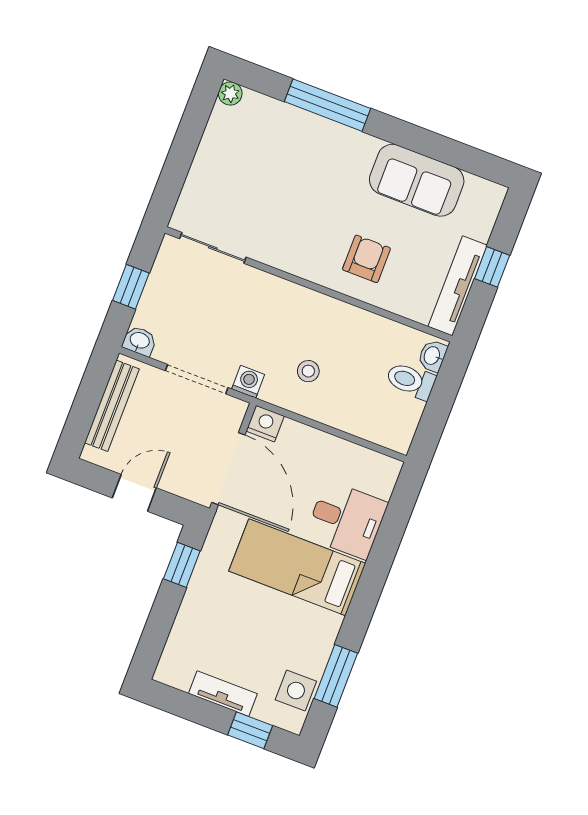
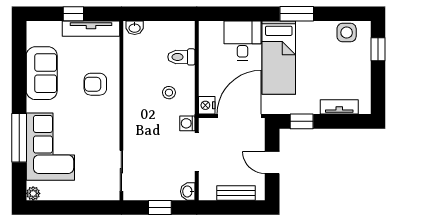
corner sofa: (294, 149) -> (50, 147), added
toilet: (411, 381) -> (181, 57), moved, turned 90
bench: (112, 406) -> (236, 193), width x0.73
window: (336, 676) -> (297, 14), moved
tv unit: (223, 694) -> (339, 107), moved, turned 90

